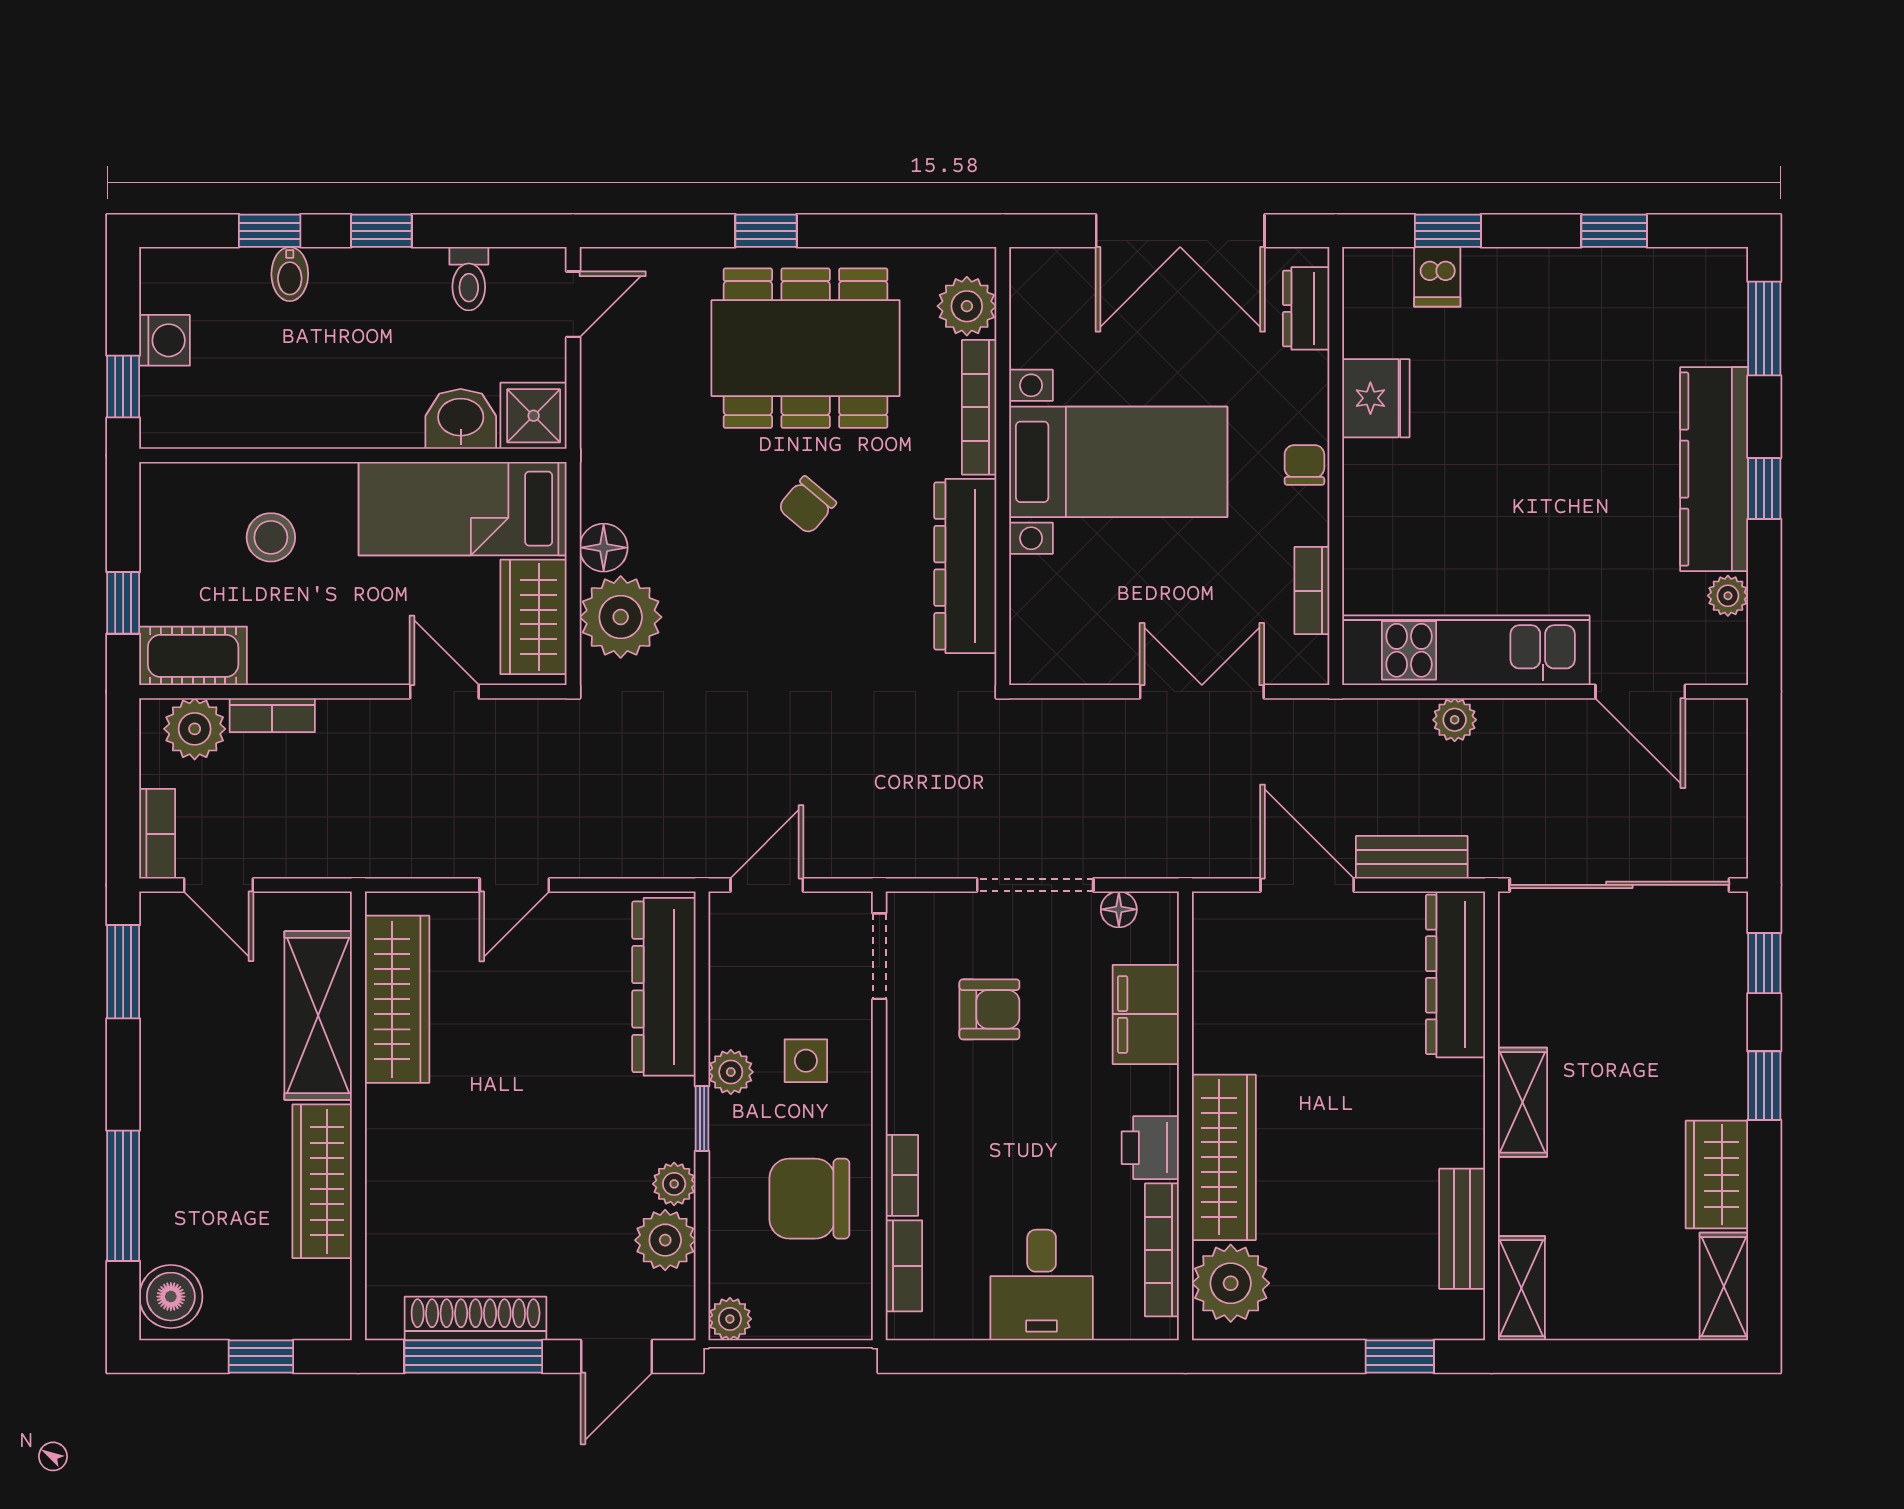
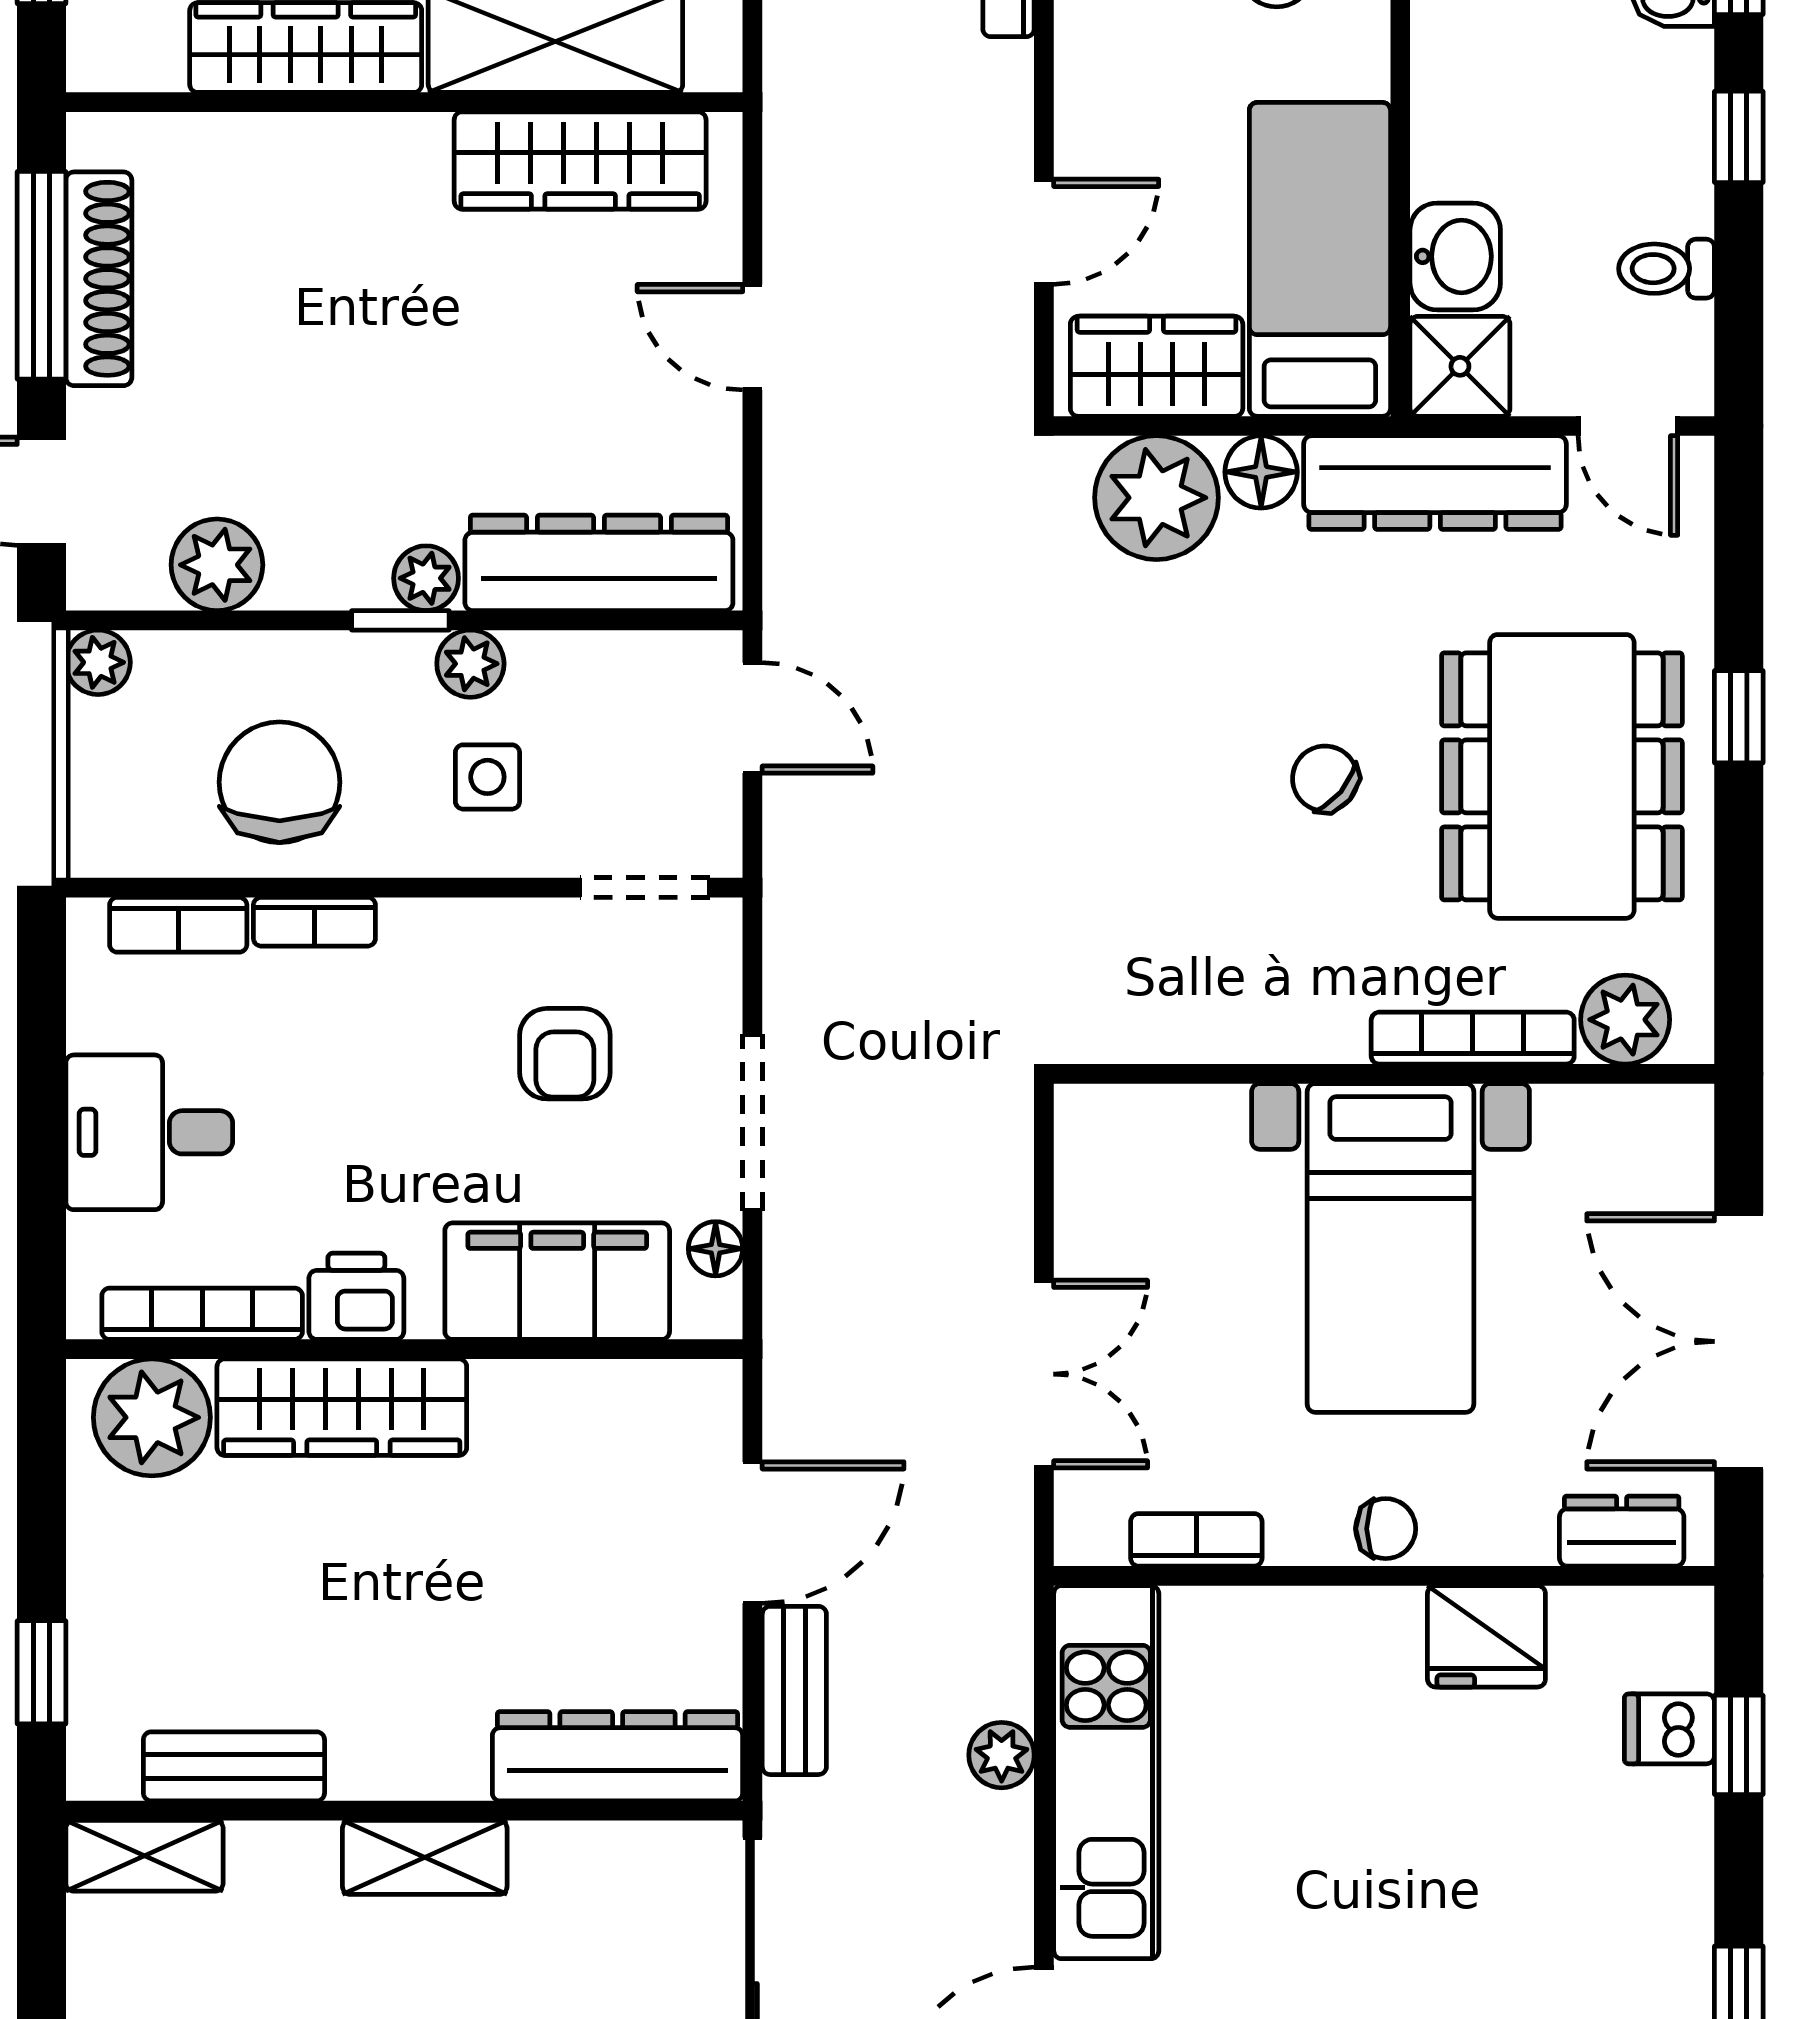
dresser: (965, 566) -> (1435, 483), moved, turned 180
filing cabinet: (1146, 1014) -> (557, 1281), width x1.50, depth x1.17
plant: (674, 1184) -> (426, 578), moved

